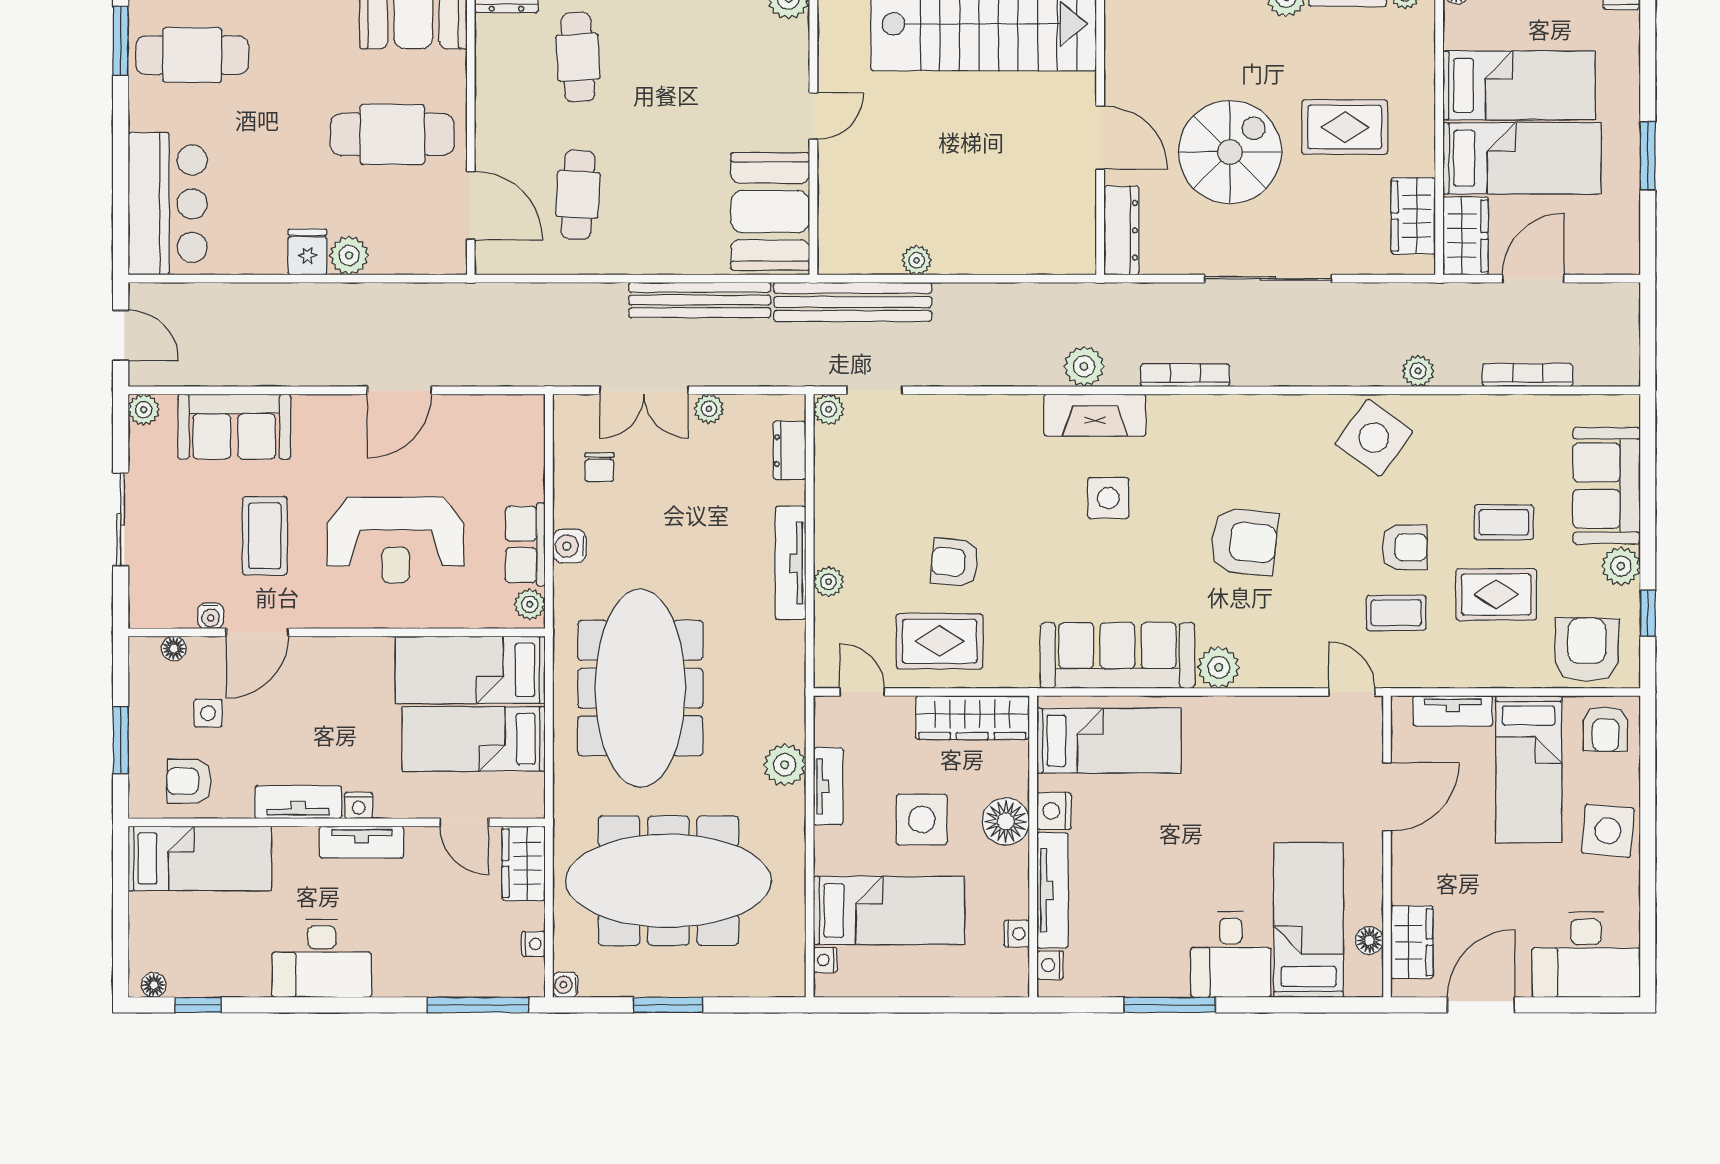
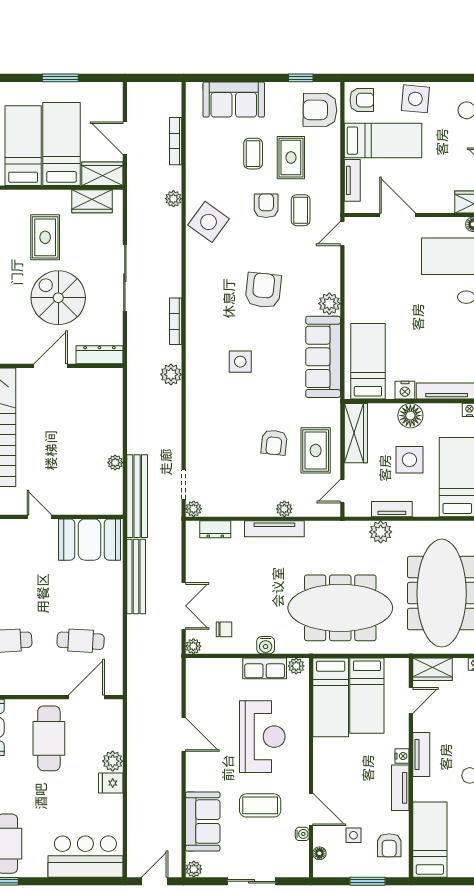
plant: (709, 409) -> (193, 646), moved
fireplace: (1095, 415) -> (197, 369), removed
plant: (1621, 566) -> (276, 92), removed

